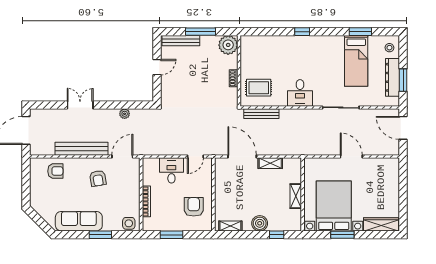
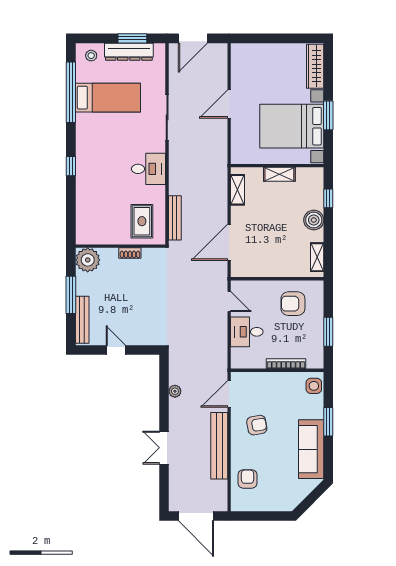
window: (360, 32) -> (71, 92), width x2.11
door: (122, 156) -> (229, 394), hinge flipped
shelving: (270, 163) -> (238, 190), moved

